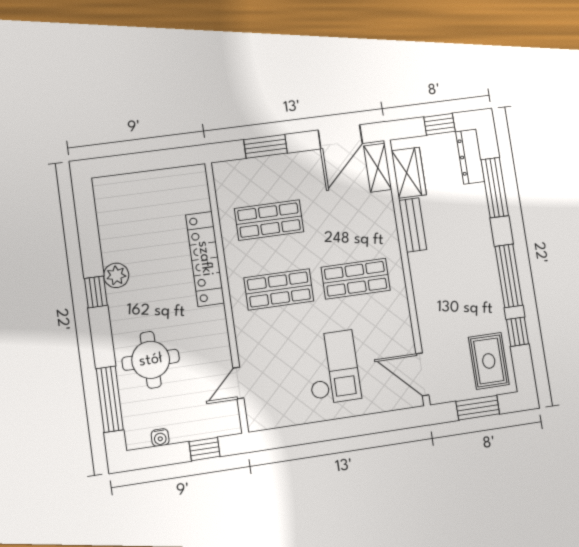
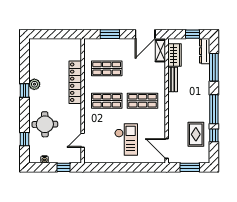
rug: (489, 361) -> (196, 134), moved
window: (110, 399) -> (25, 139), width x0.46

